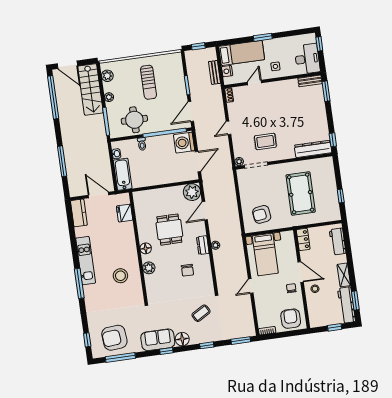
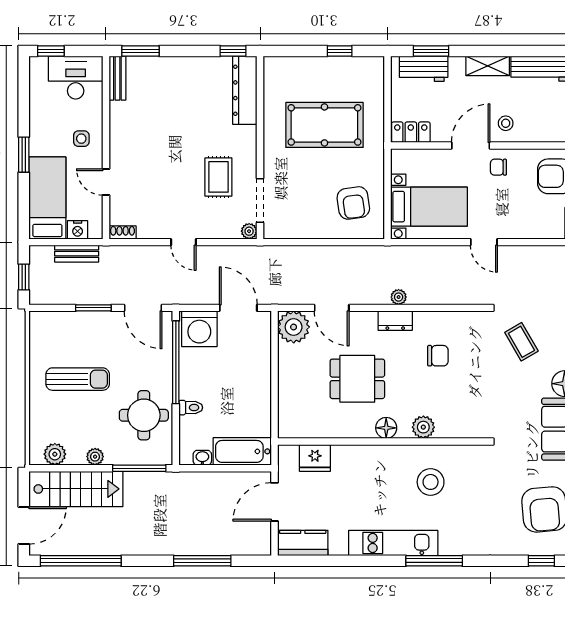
window: (355, 300) -> (431, 51), moved

